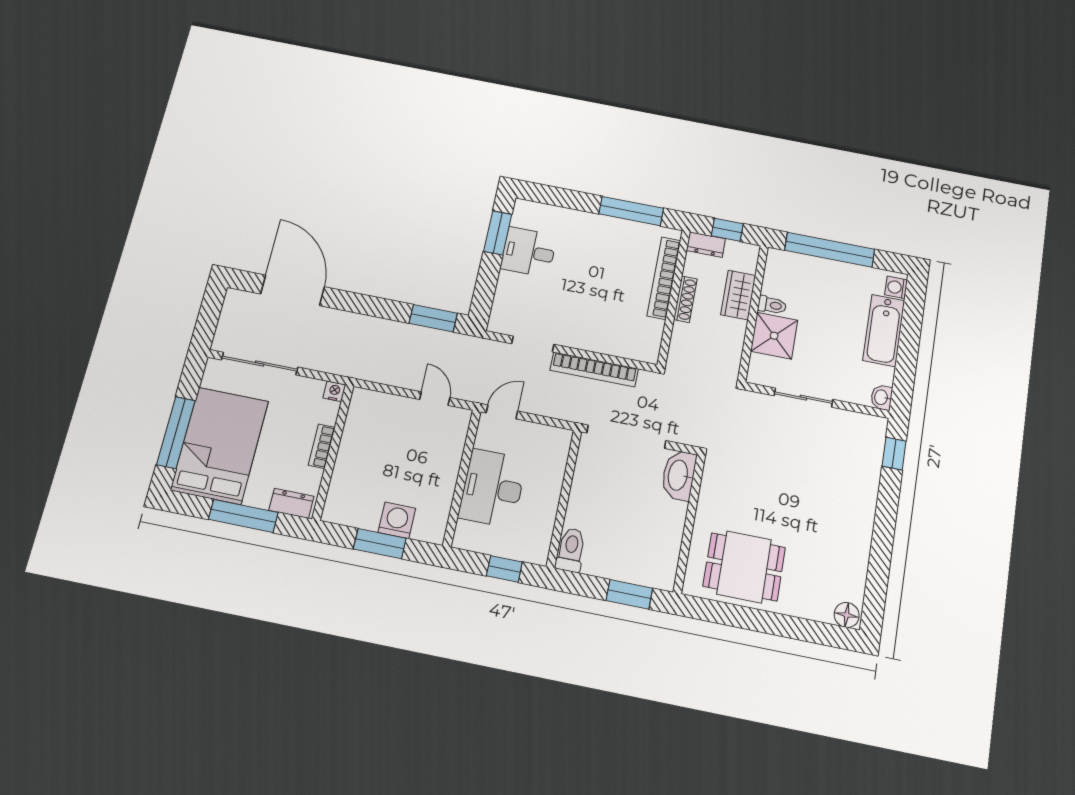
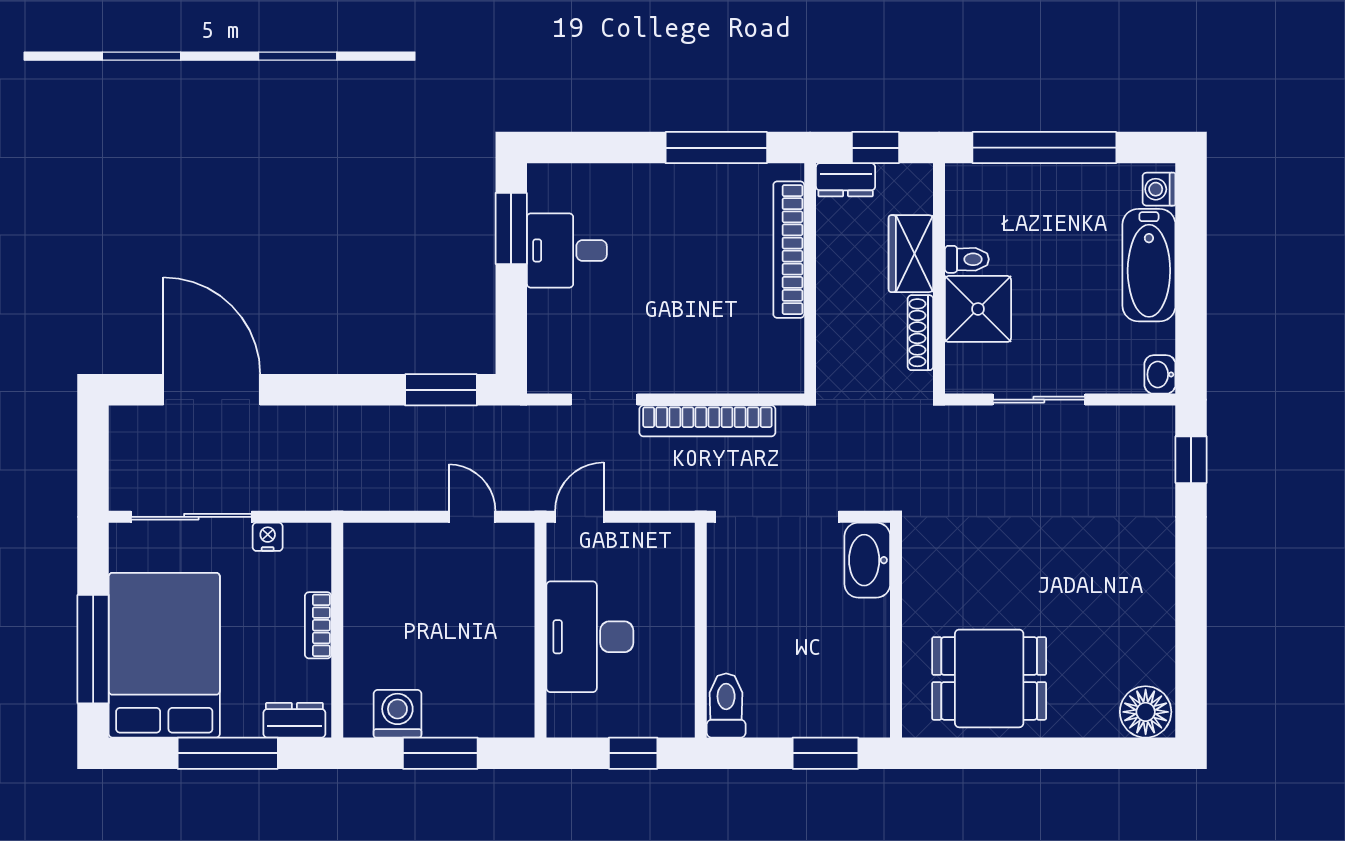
shoe rack: (685, 299) -> (920, 333), moved, turned 180
nightstand: (334, 391) -> (268, 537), moved
washing machine: (397, 520) -> (397, 714), moved
floor lamp: (847, 615) -> (1146, 712), width x1.38, depth x1.38

